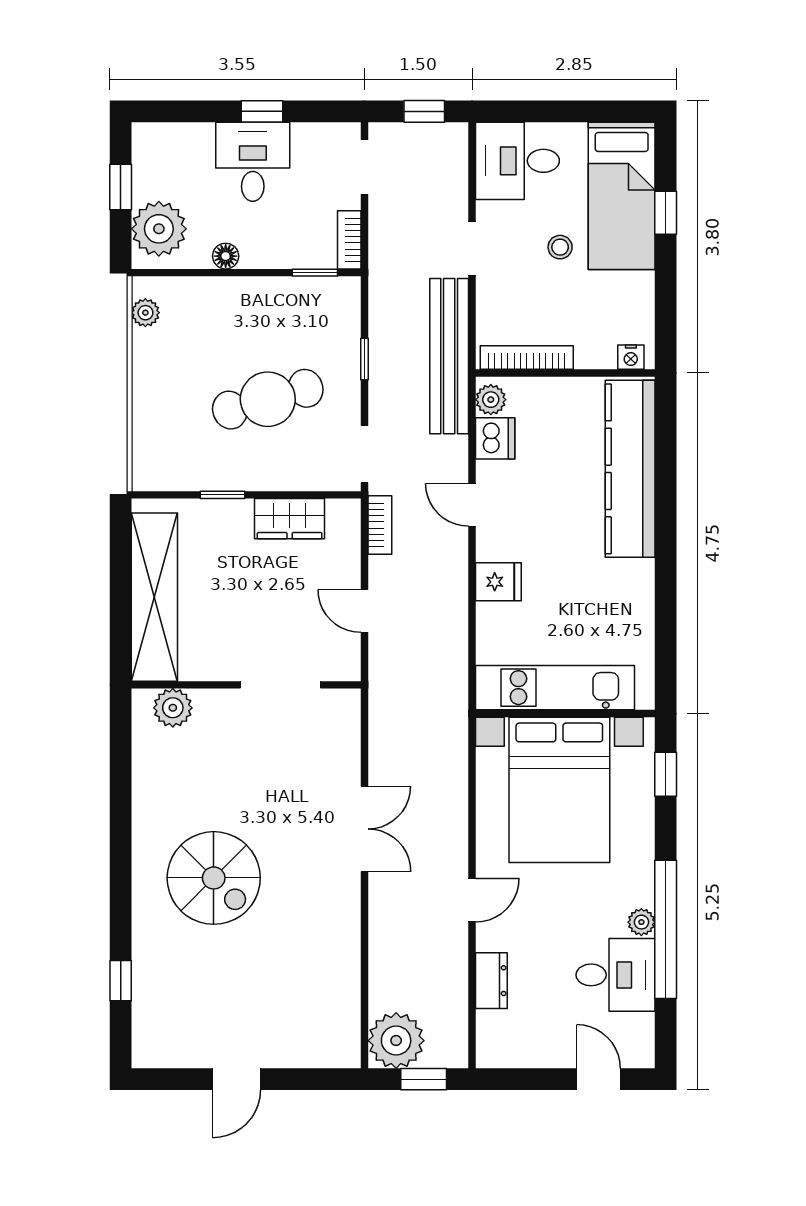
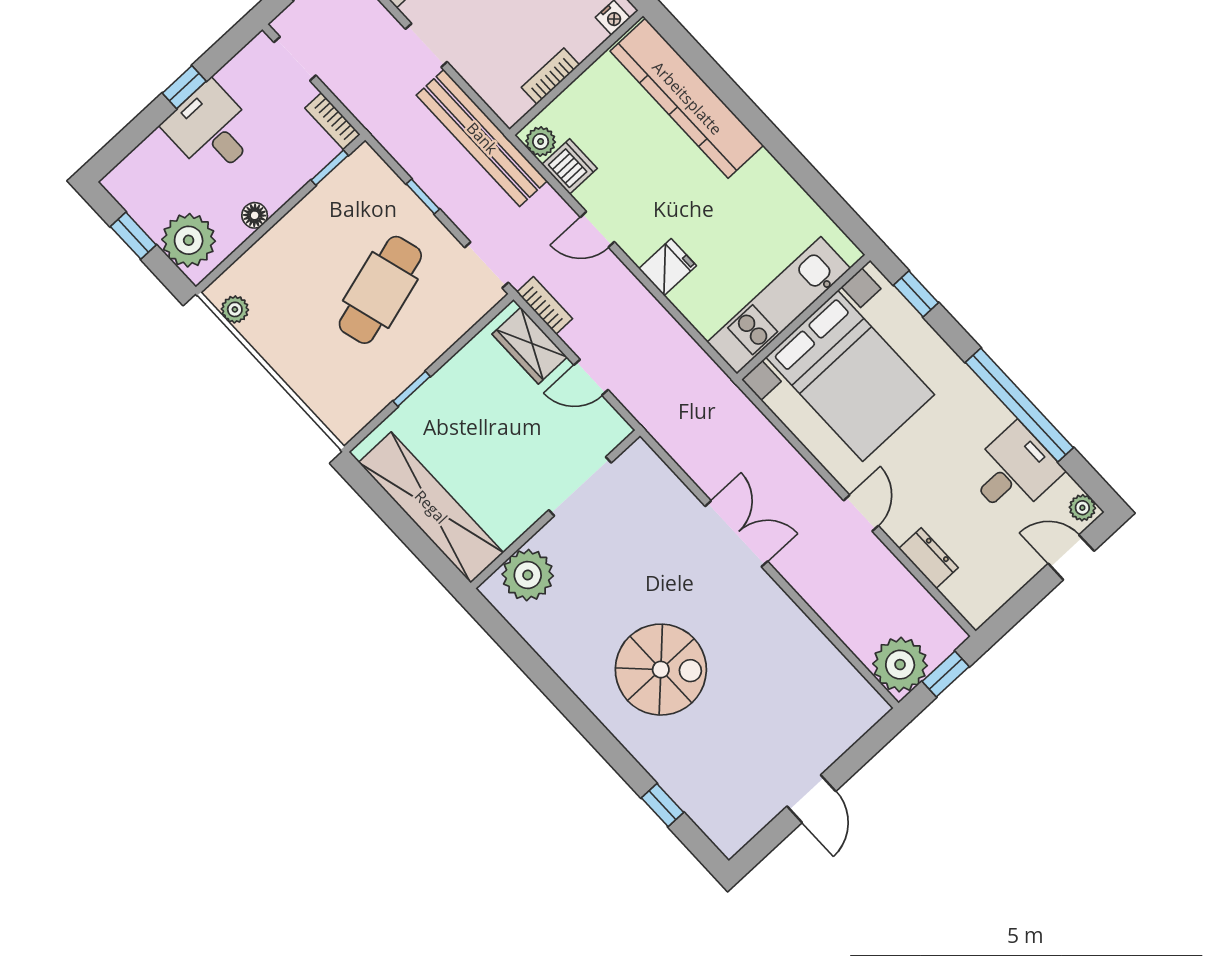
bookcase: (527, 358) -> (550, 76), width x0.64
wardrobe: (290, 519) -> (530, 346), moved, turned 90
plant: (173, 708) -> (528, 575), width x1.36, depth x1.36
plant: (641, 922) -> (1082, 508), moved

